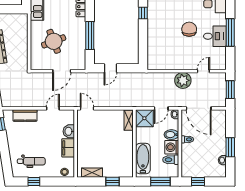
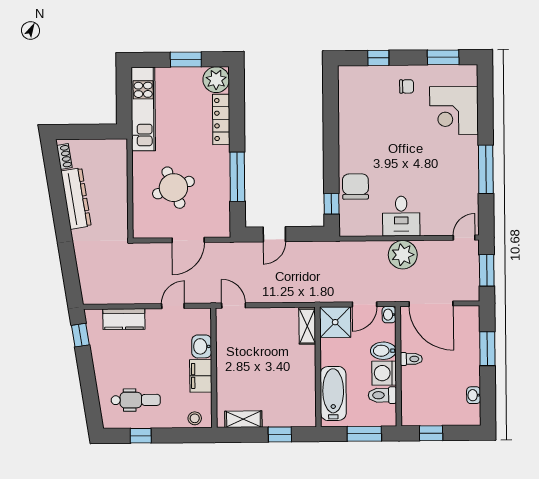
window: (143, 13) -> (332, 204), moved
chair: (189, 29) -> (355, 187), moved
desk: (215, 36) -> (401, 216), moved, turned 90
door: (203, 71) -> (464, 238), moved
window: (230, 147) -> (487, 349), moved

